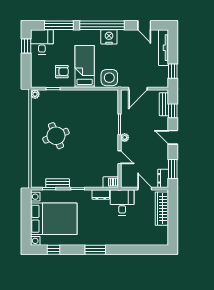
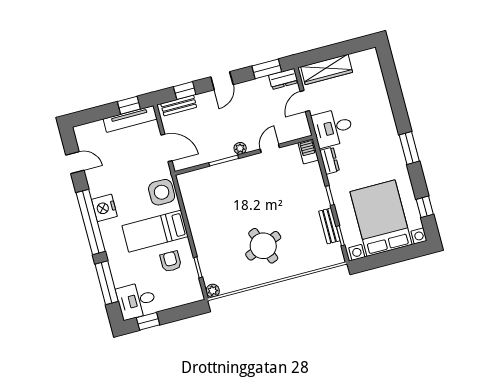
door: (144, 25) -> (75, 163), hinge flipped
tv unit: (163, 48) -> (130, 119), moved

